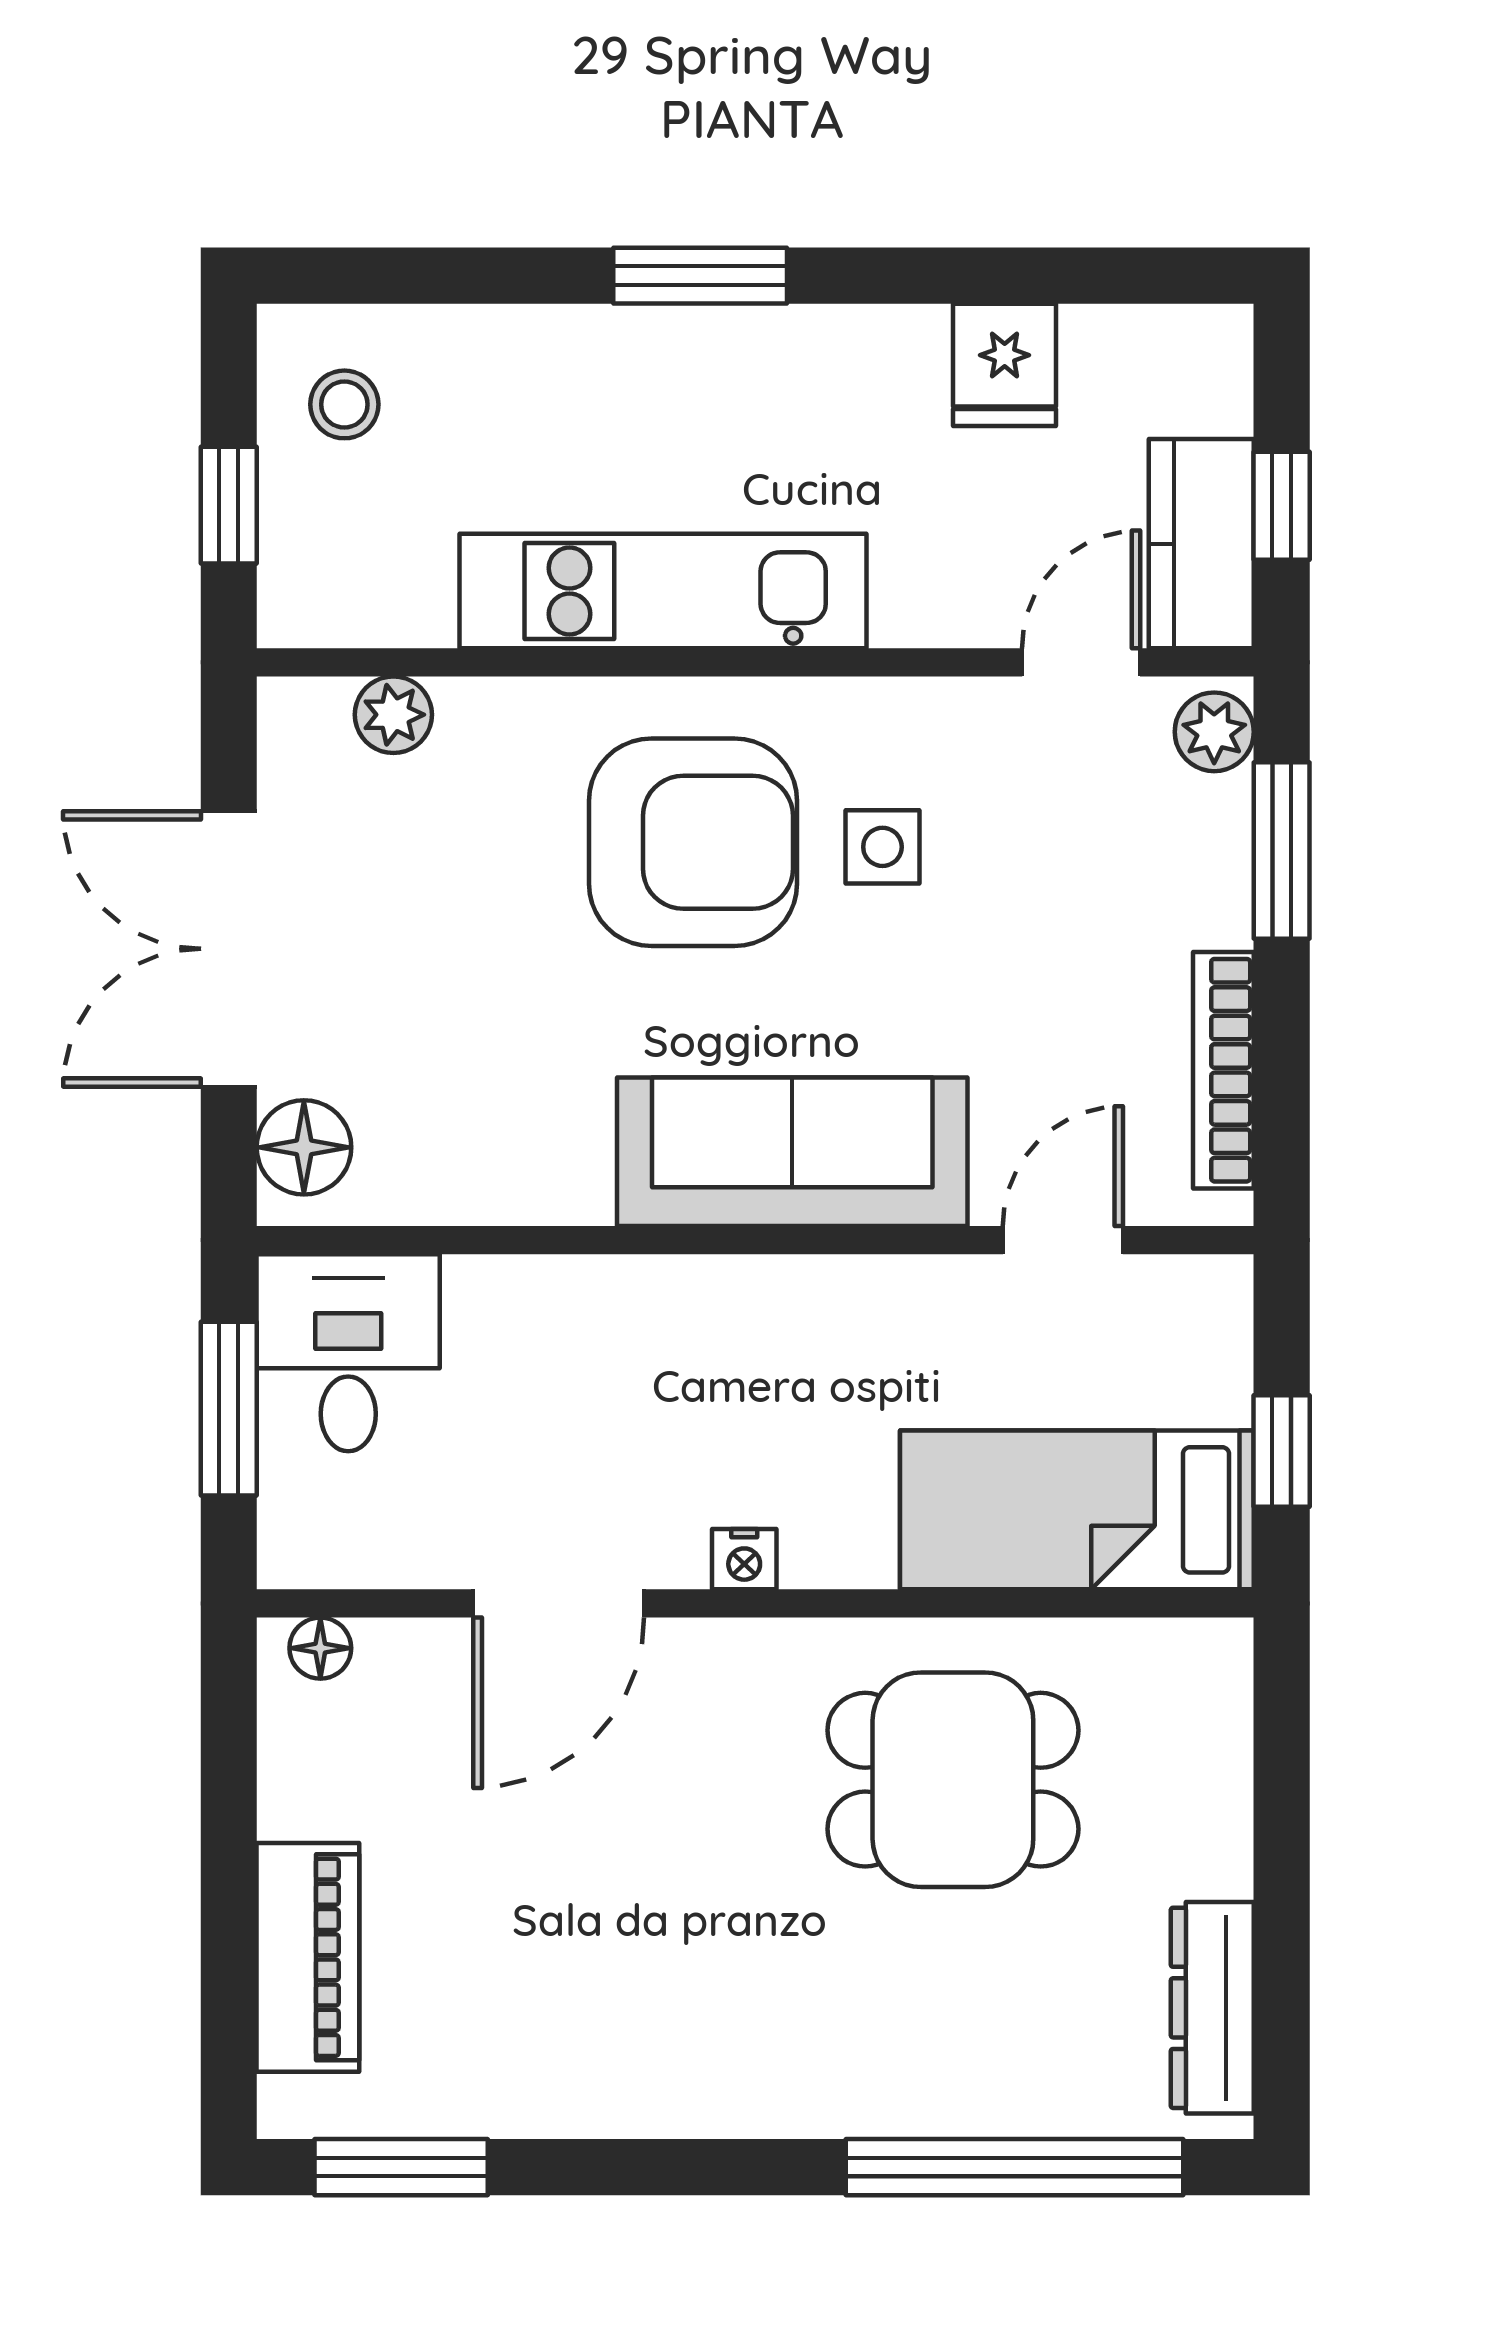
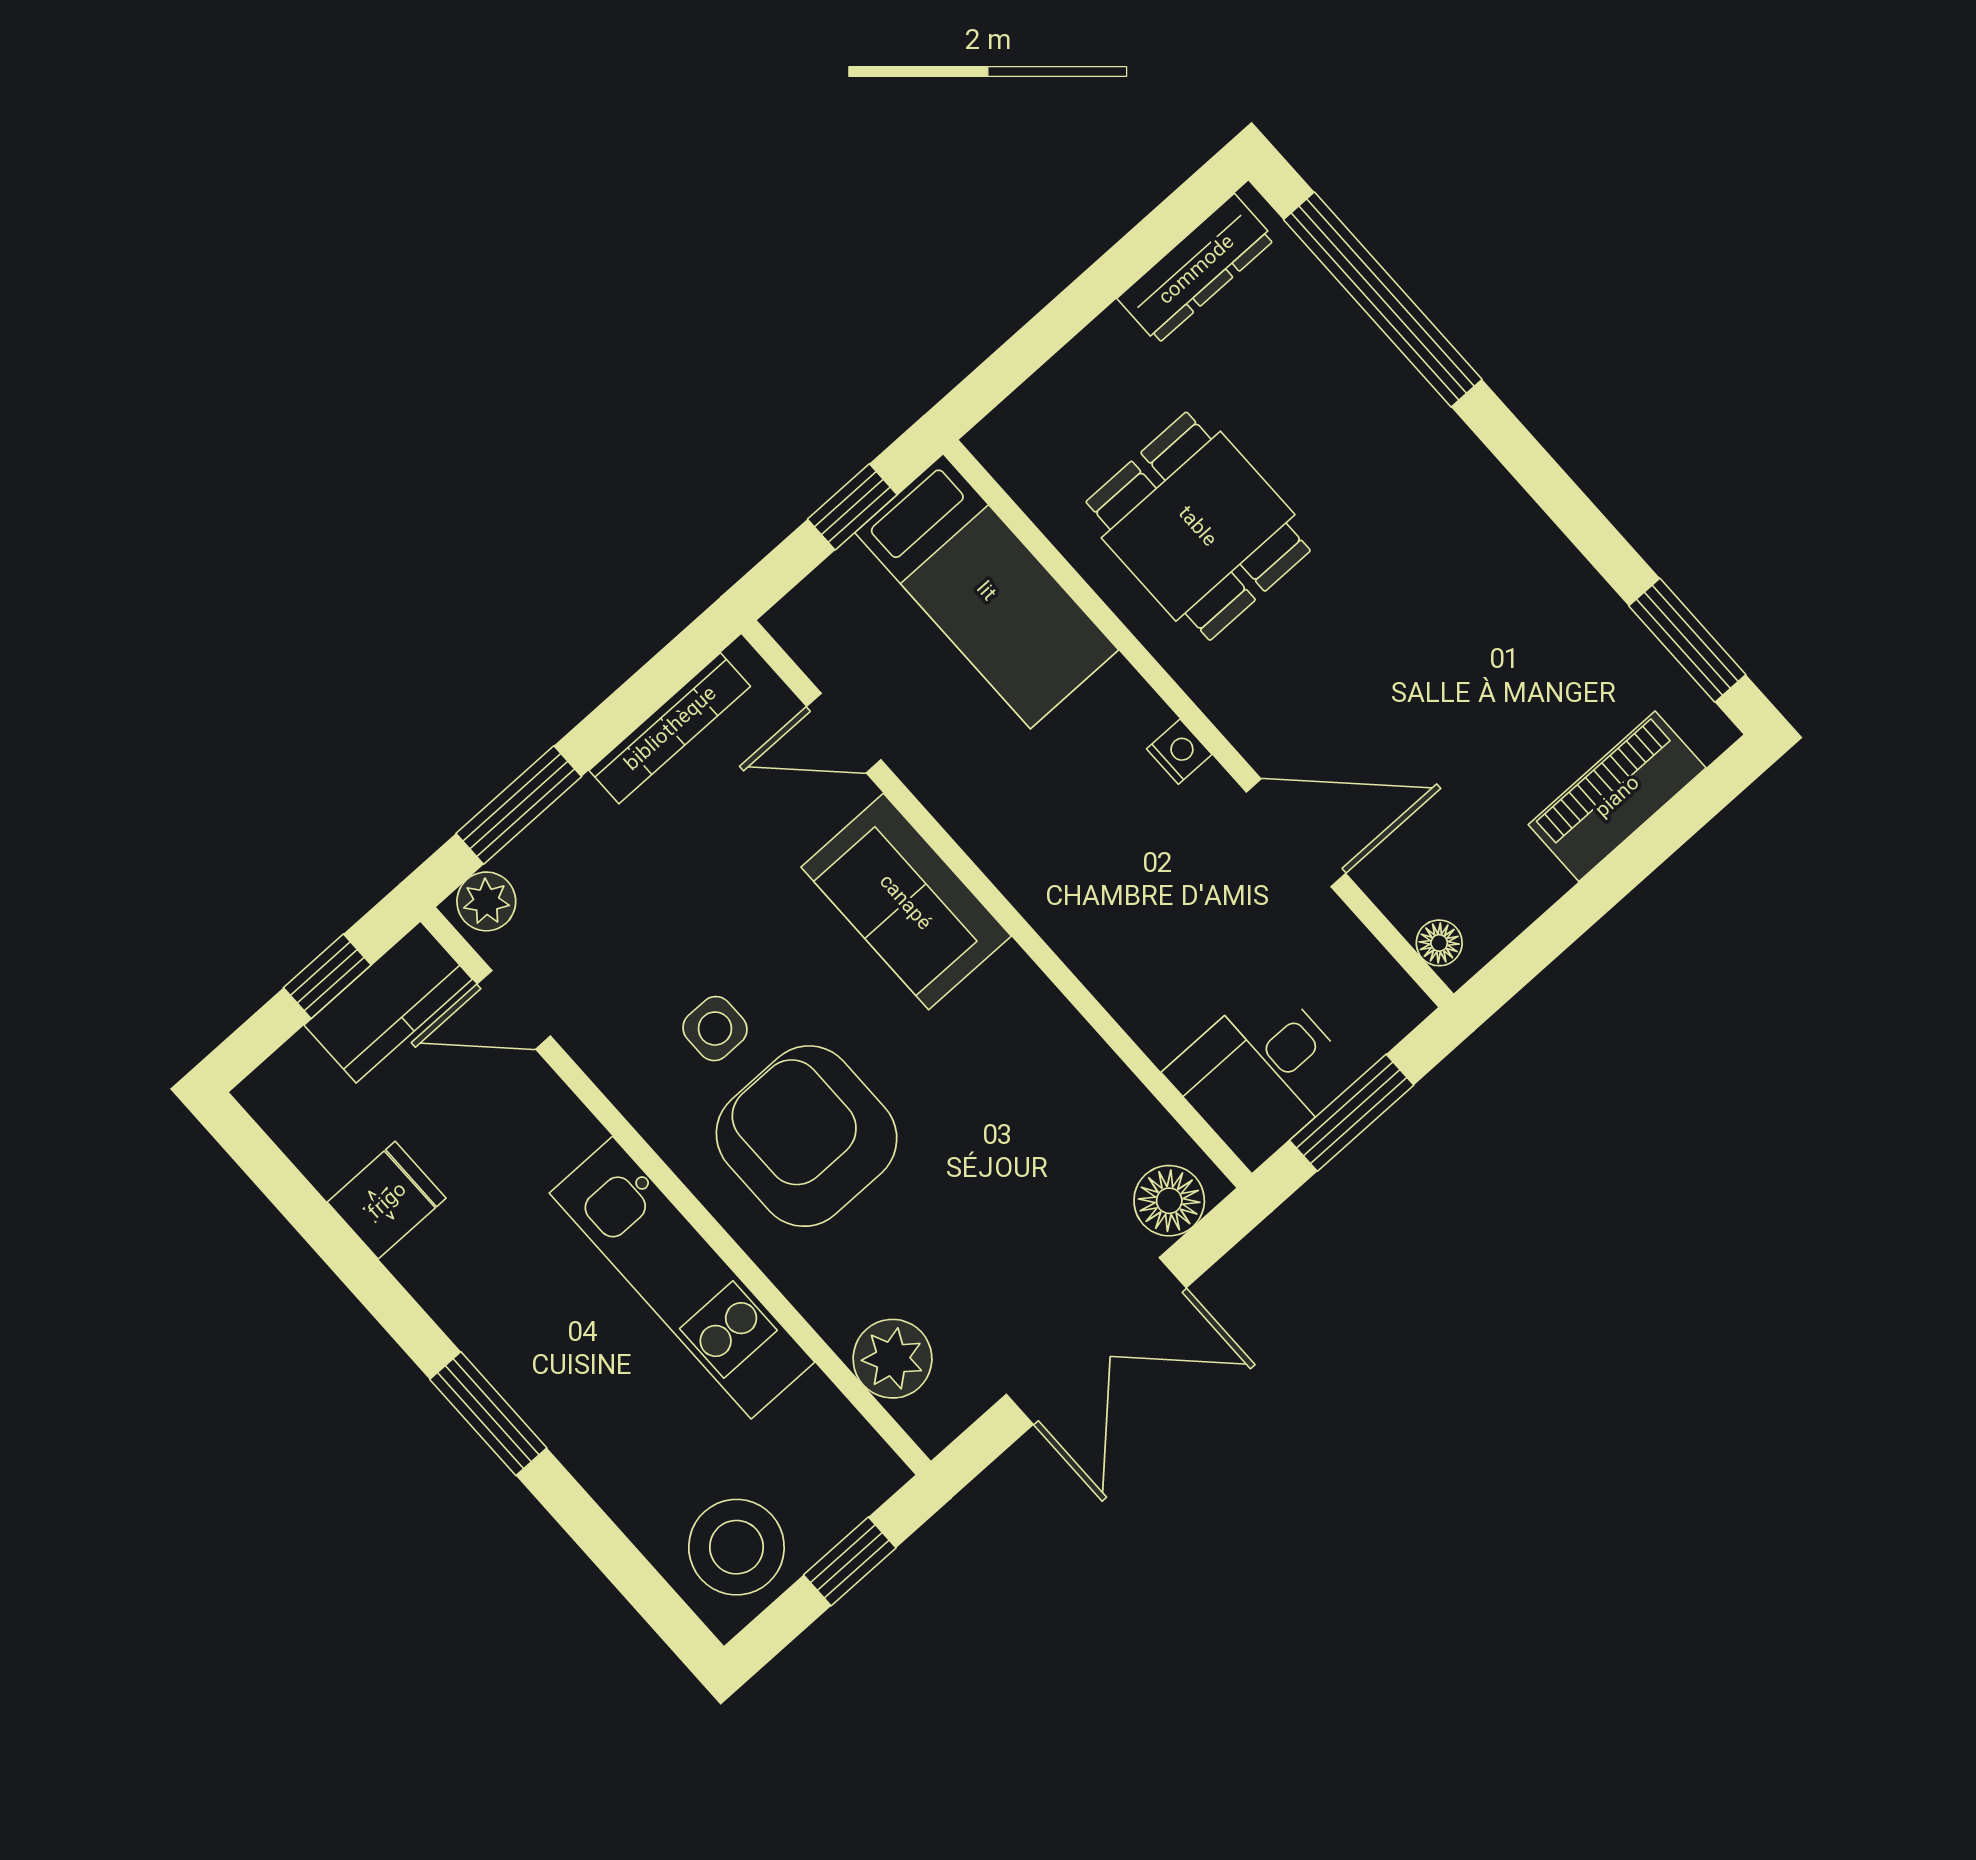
stool: (344, 404) -> (736, 1547), width x1.89, depth x1.89
plant: (393, 715) -> (892, 1359), width x1.38, depth x1.38
sofa: (792, 1152) -> (906, 902), width x0.73

